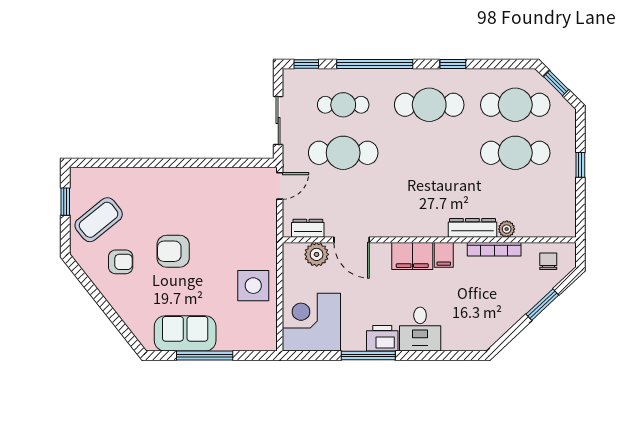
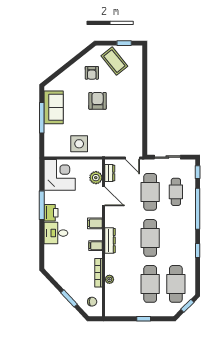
cafe table: (429, 105) -> (150, 238), moved
dresser: (472, 228) -> (110, 241), moved
door: (352, 240) -> (104, 196), swing flipped
filing cabinet: (412, 256) -> (95, 223), width x0.50

